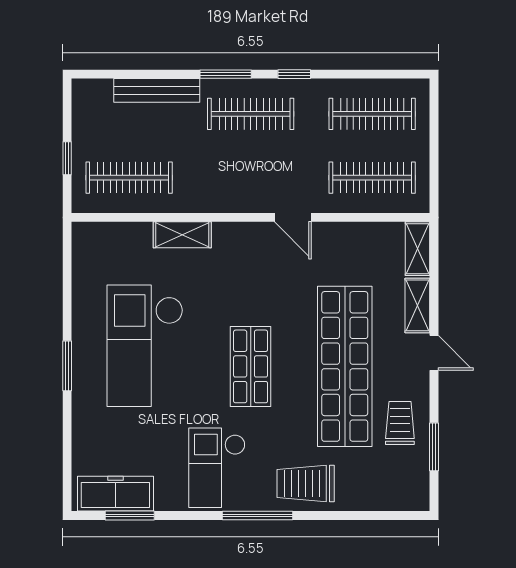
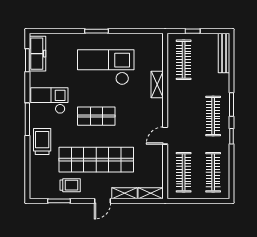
bench: (157, 90) -> (224, 53), moved

